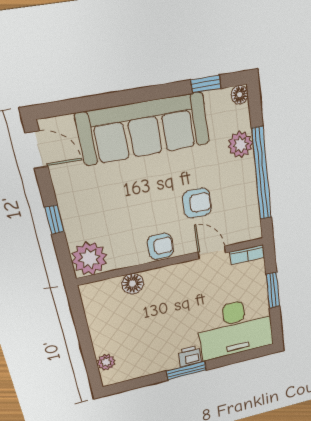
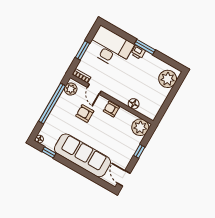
plant: (240, 145) -> (71, 89), moved
plant: (106, 362) -> (168, 79), width x1.87, depth x1.87

